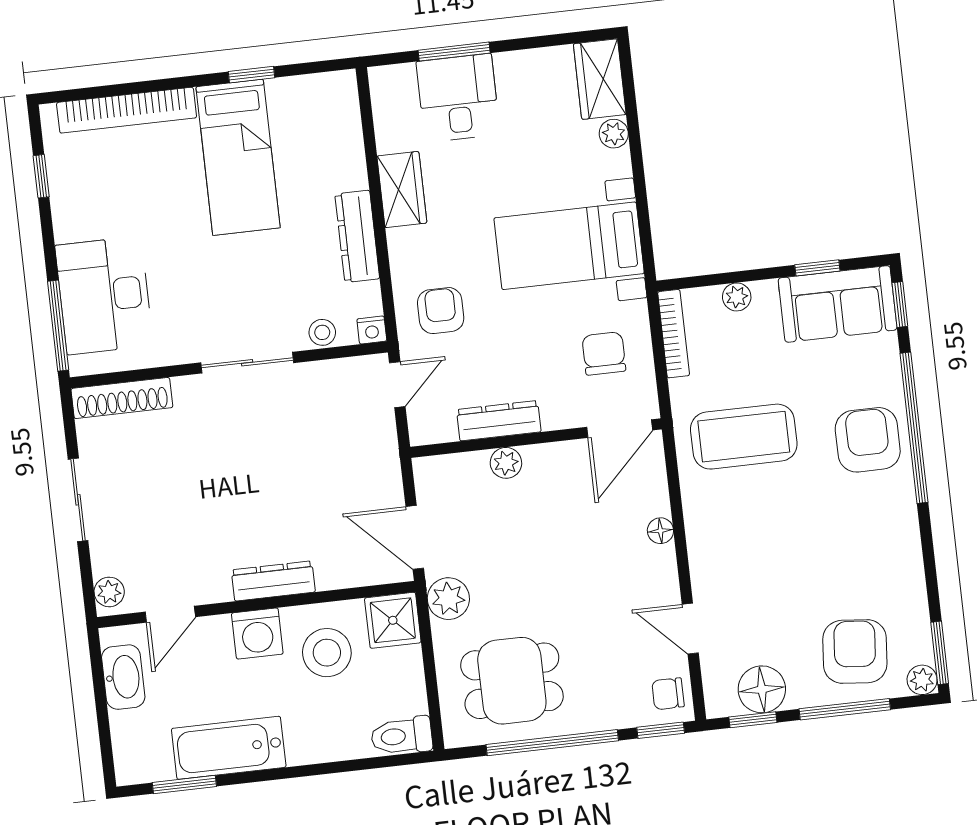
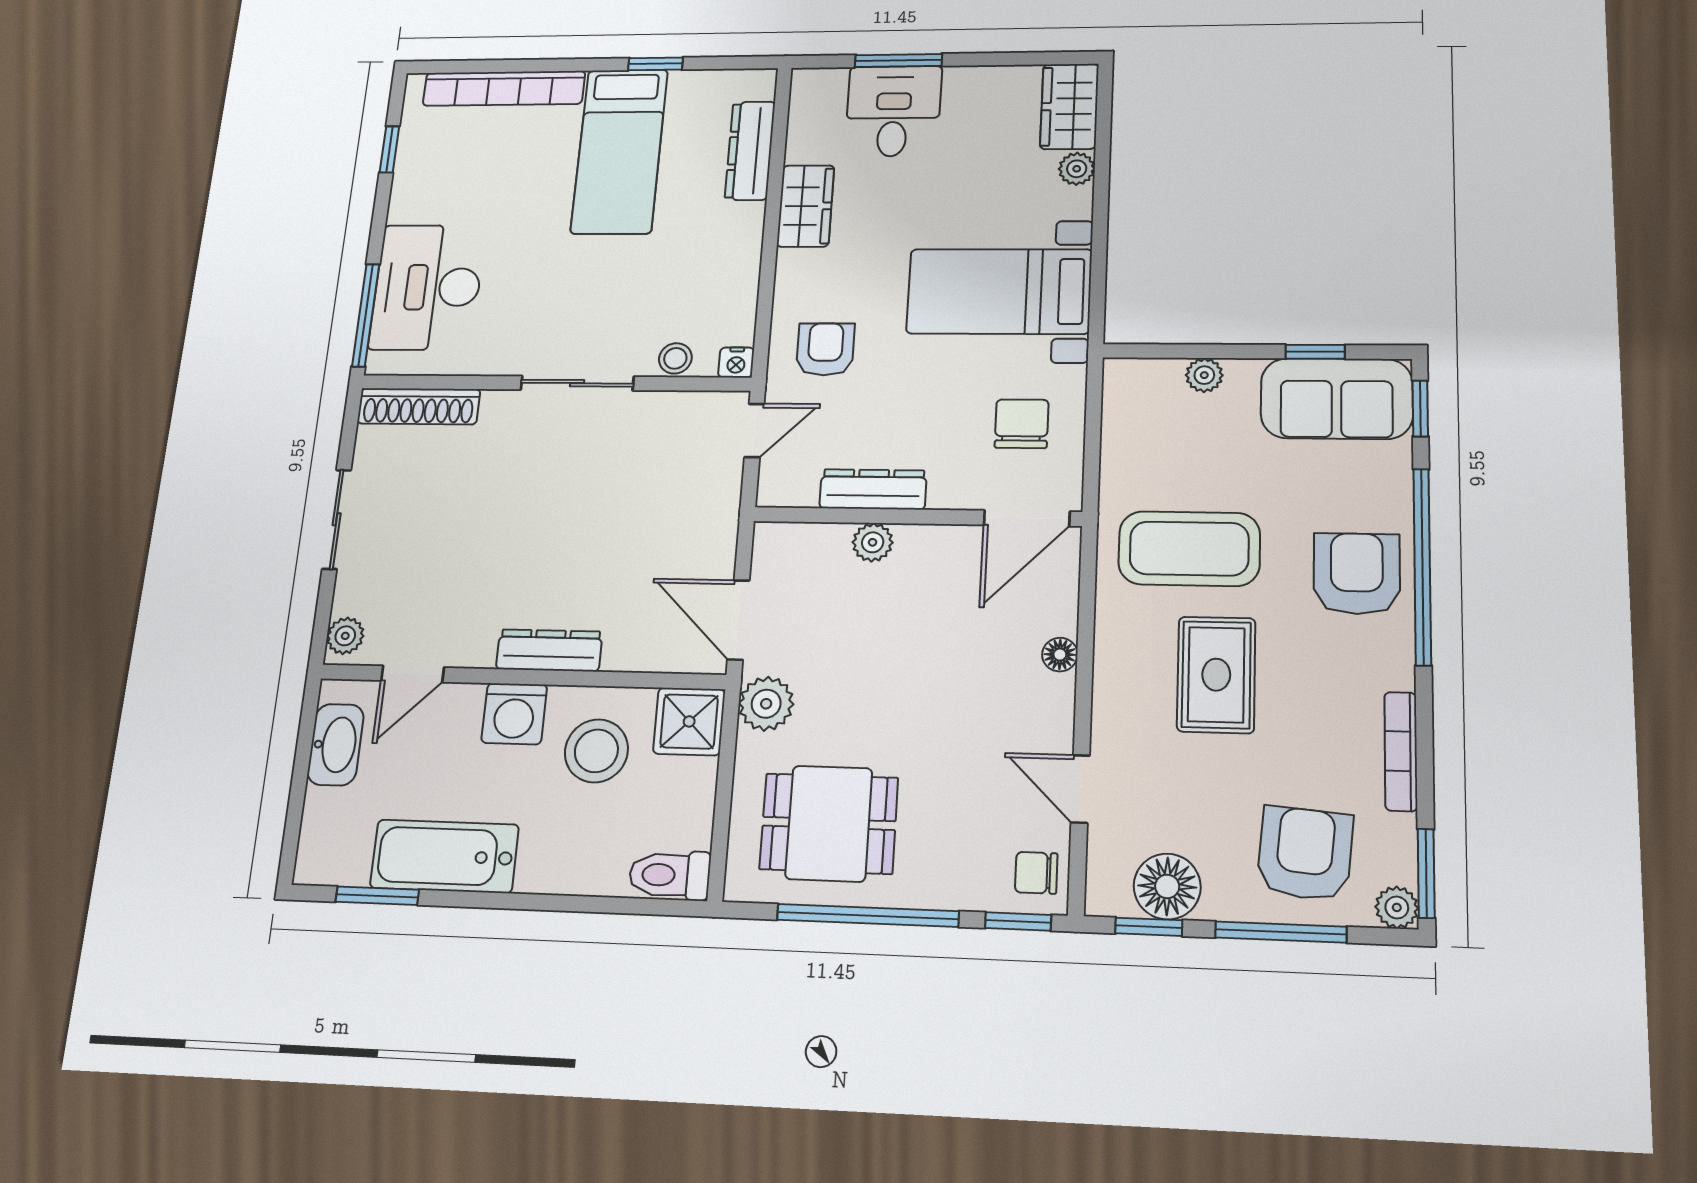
dresser: (357, 236) -> (750, 151), moved
bookcase: (674, 334) -> (1401, 751), moved, turned 180
rug: (776, 530) -> (1216, 675), added

